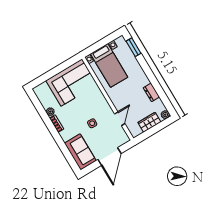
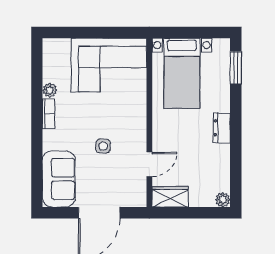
dresser: (151, 92) -> (222, 128), moved
wardrobe: (149, 122) -> (170, 197), moved

